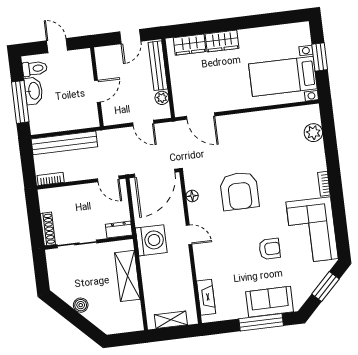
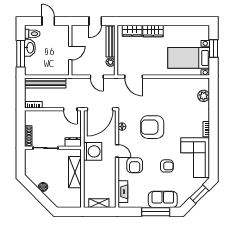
armchair: (239, 191) -> (152, 127), turned 90
armchair: (219, 254) -> (135, 165), added

